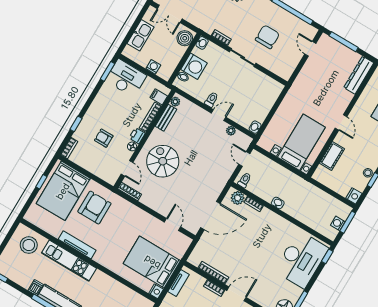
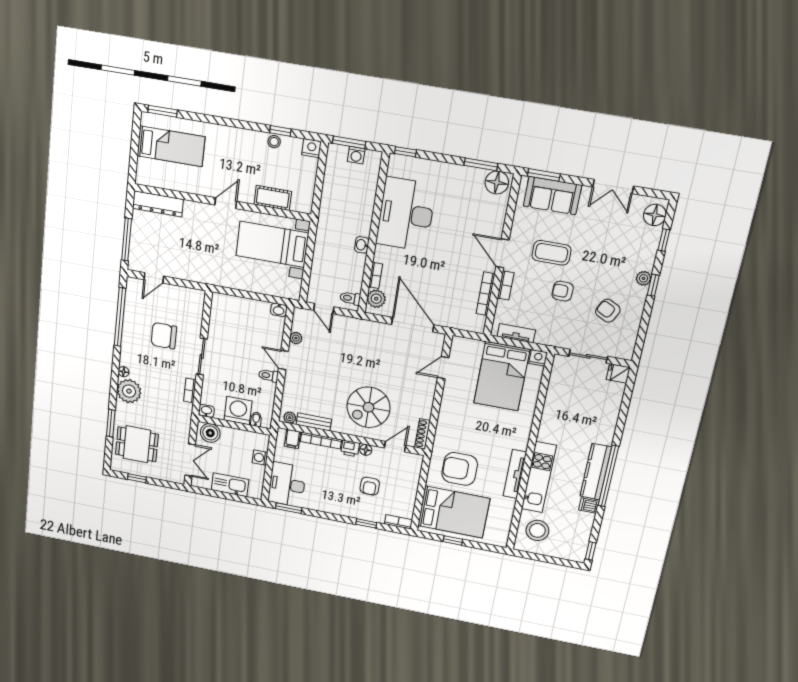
door: (244, 159) -> (324, 309), hinge flipped
desk: (301, 260) -> (406, 214), moved, turned -90

